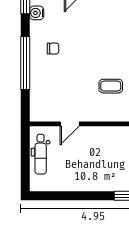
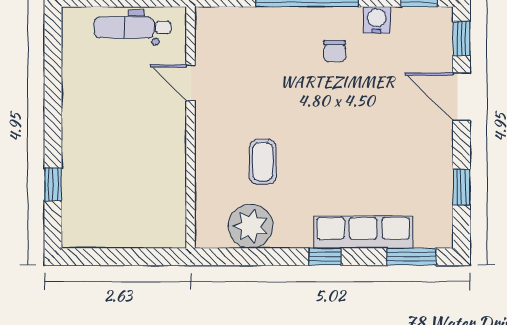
water cooler: (37, 13) -> (377, 20), moved

